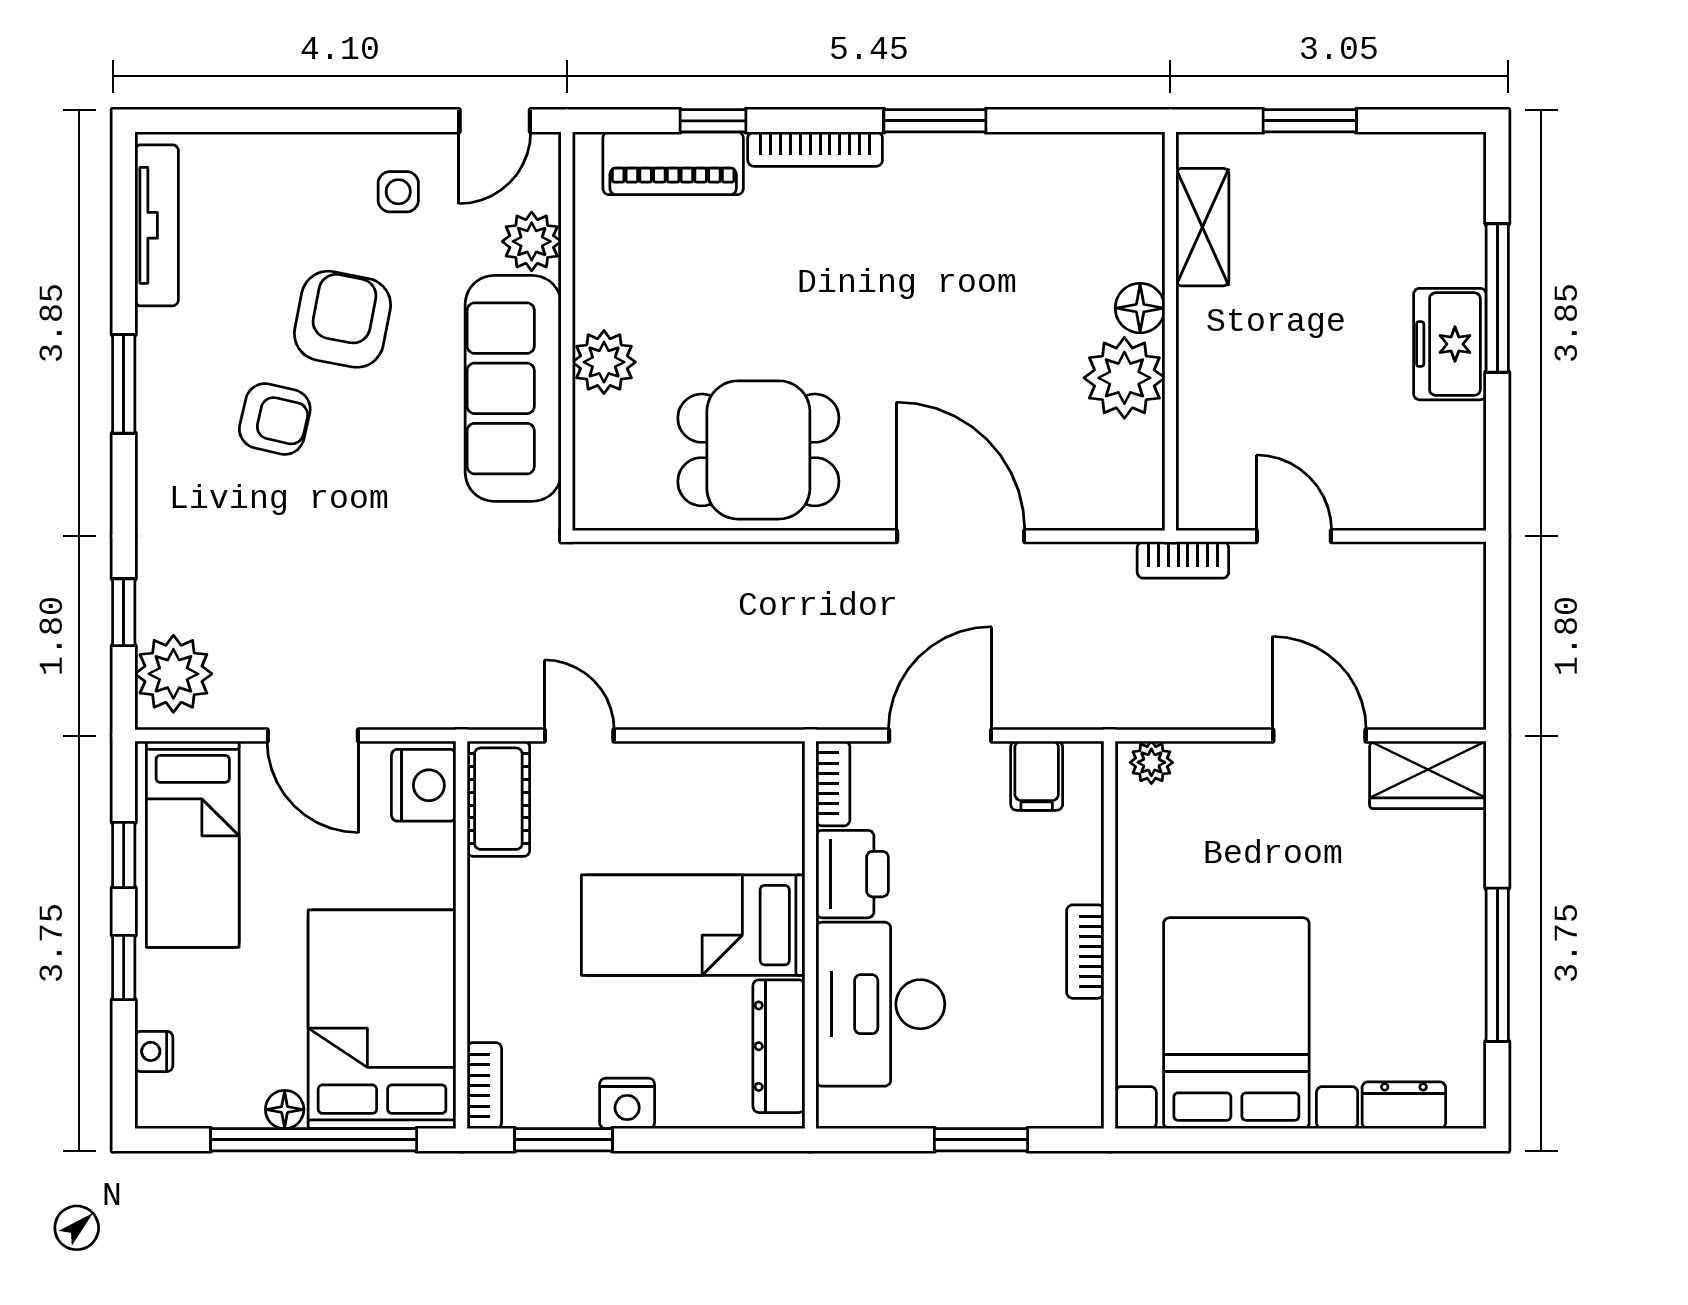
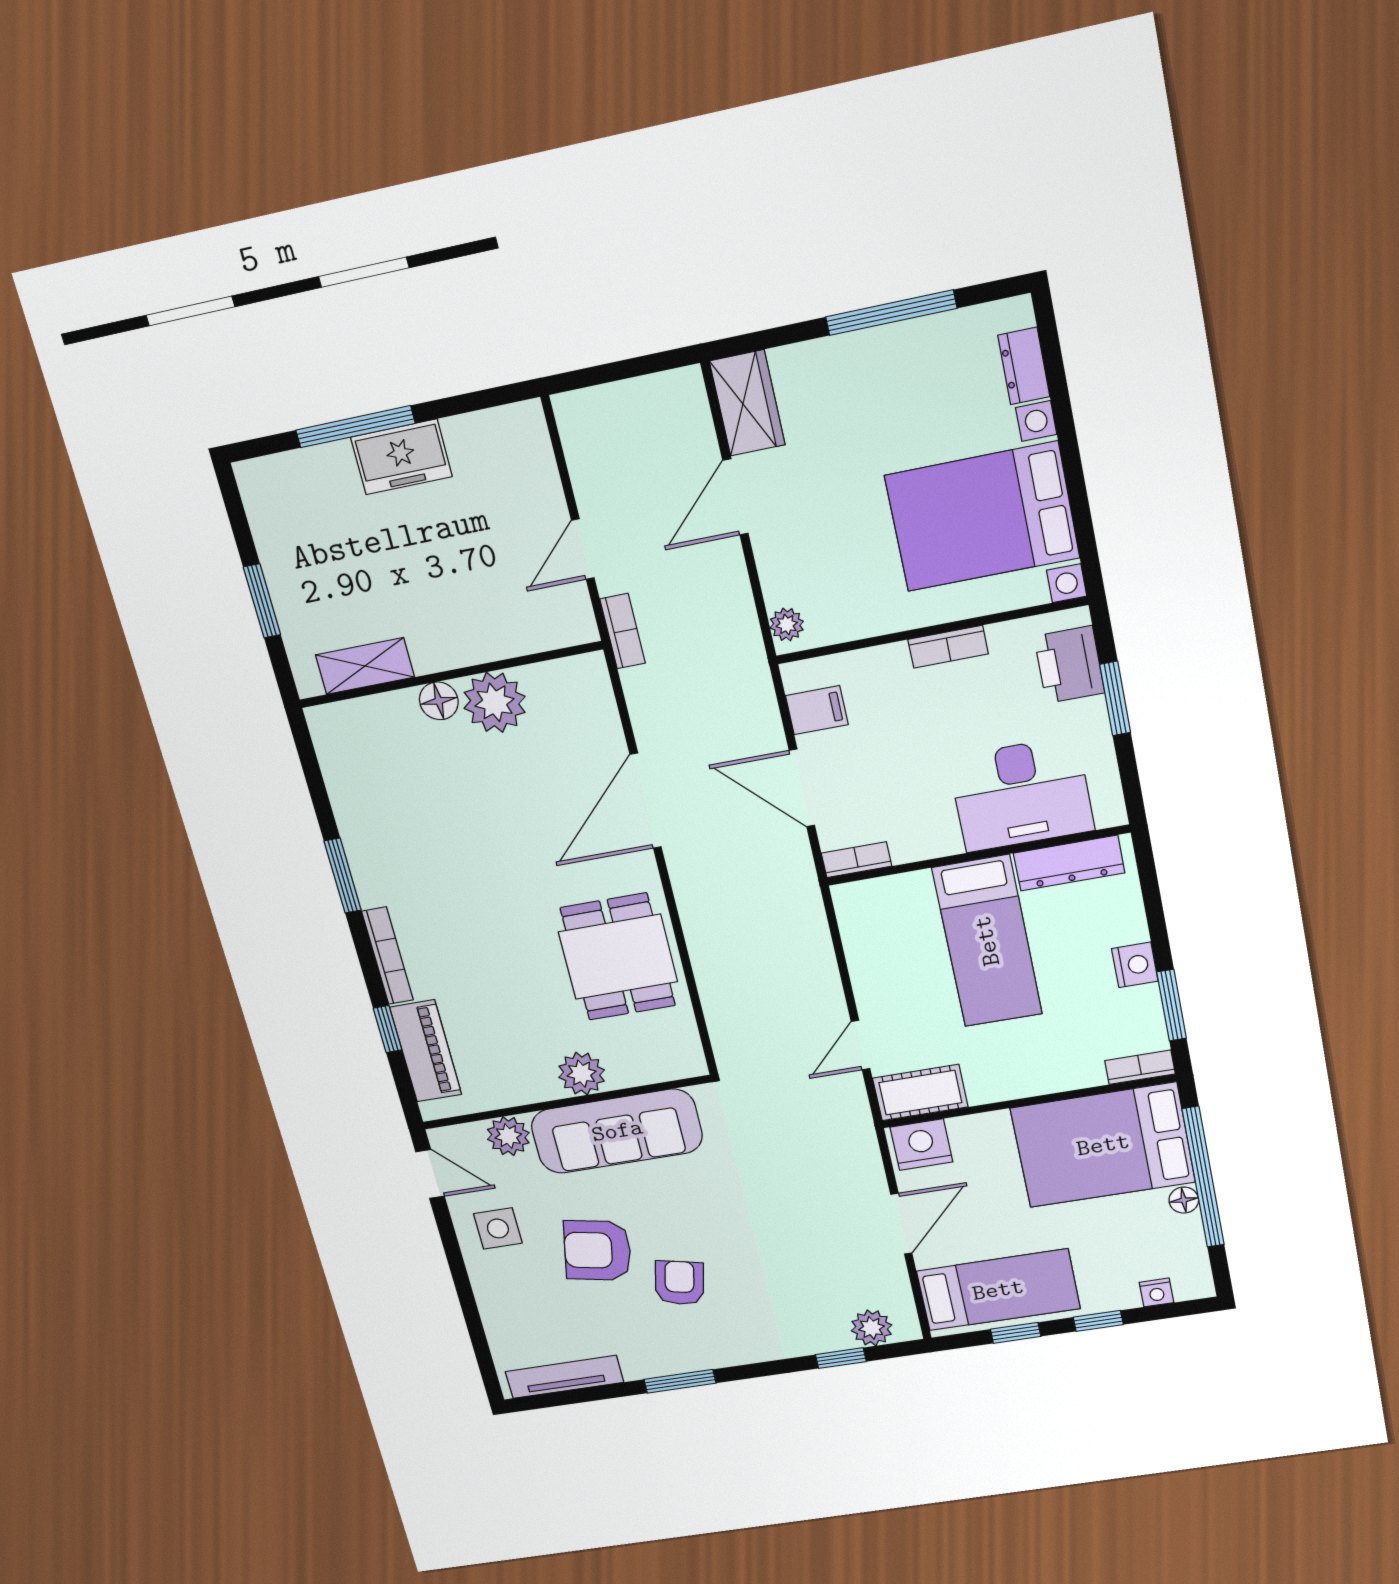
side table: (398, 192) -> (498, 1228), width x1.37, depth x1.37
plant: (173, 674) -> (872, 1328), width x0.73, depth x0.73
printer: (852, 874) -> (1069, 665), moved, turned -90

